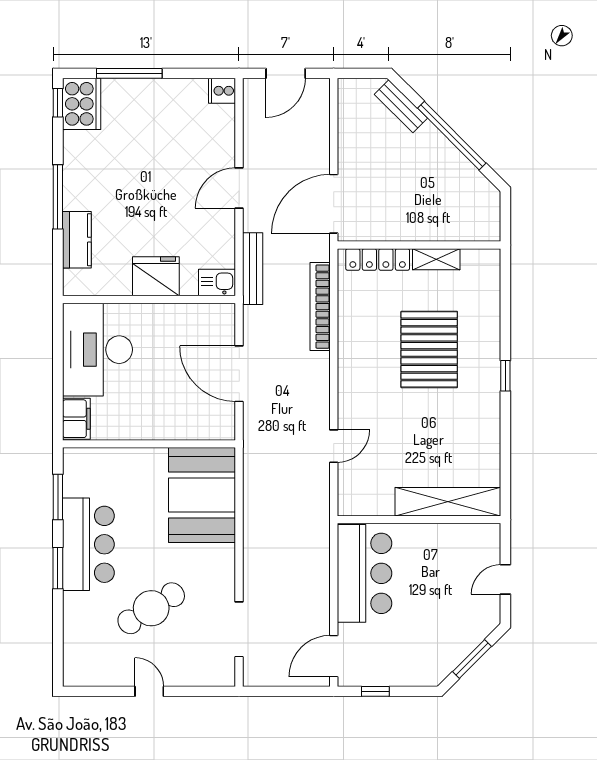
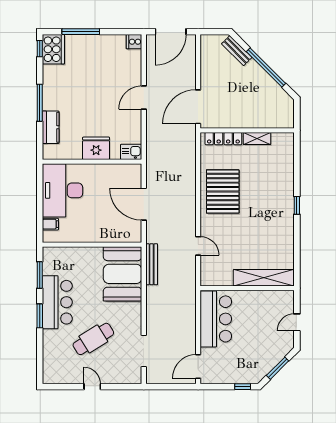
door: (286, 73) -> (171, 32), width x1.36
bench: (253, 269) -> (152, 264), moved
bookcase: (320, 307) -> (190, 166), removed
pallet: (429, 349) -> (223, 191), moved
filing cabinet: (76, 419) -> (50, 224), width x0.50
door: (334, 446) -> (198, 246), hinge flipped
window: (375, 691) -> (243, 387), moved

